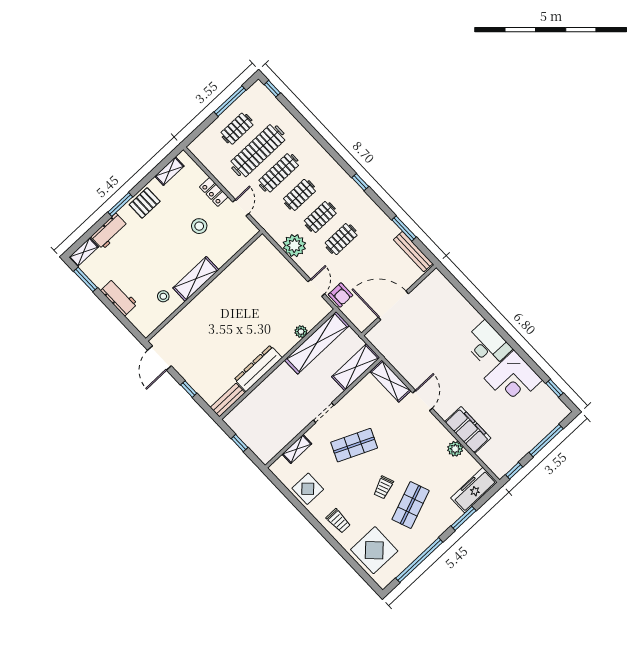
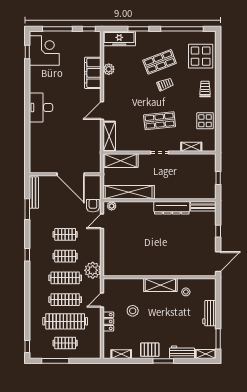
clothes rail: (299, 195) -> (65, 278), width x1.36
plant: (294, 246) -> (93, 270), moved
plant: (301, 332) -> (112, 206), moved
corner desk: (513, 379) -> (44, 50), moved
shop shelf: (354, 445) -> (160, 121), turned -30

